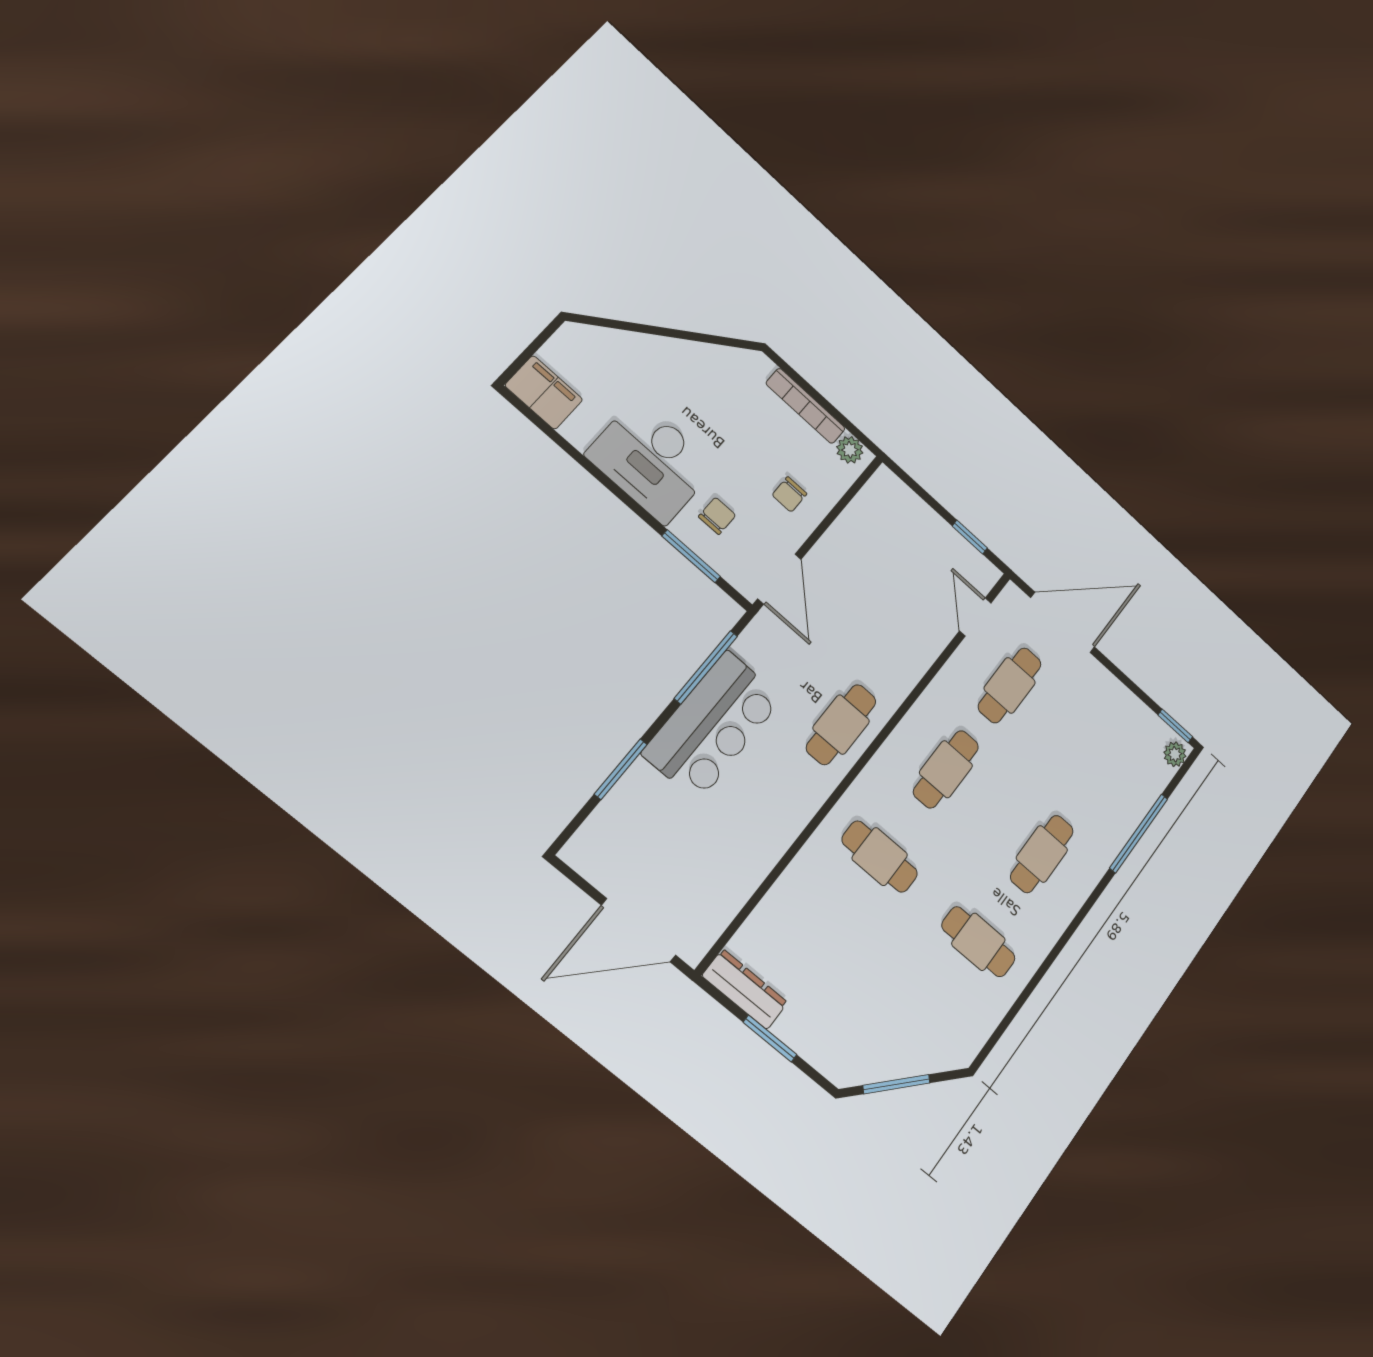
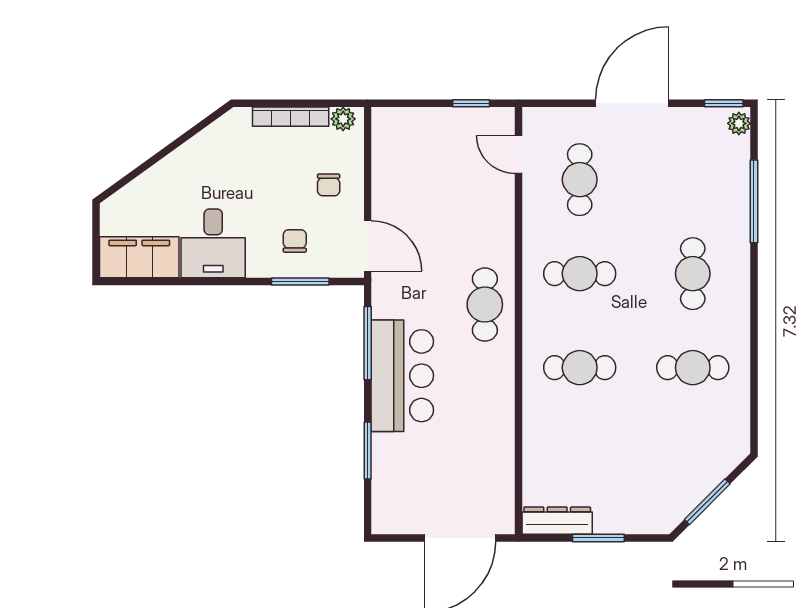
filing cabinet: (544, 392) -> (139, 257), width x1.50, depth x1.17
desk: (651, 461) -> (213, 243), width x0.73
door: (1063, 622) -> (632, 103), moved
cafe table: (946, 769) -> (580, 274), turned 90

